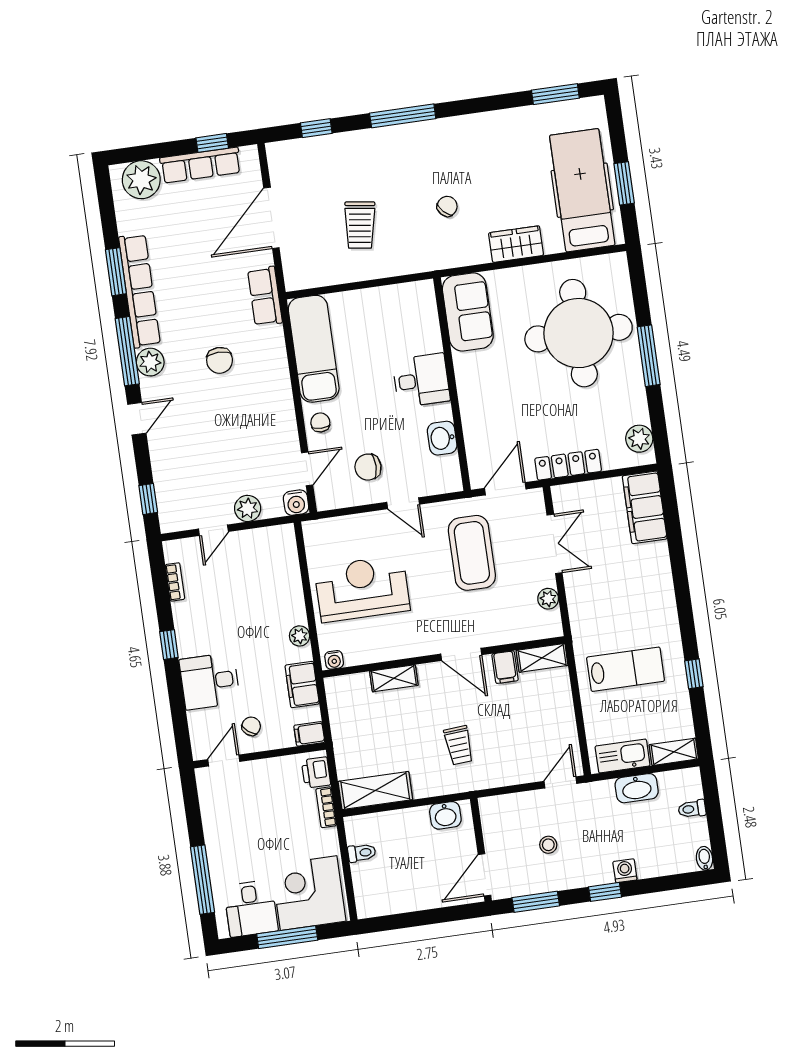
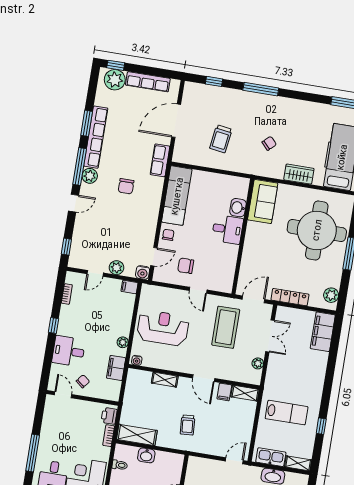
window: (212, 143) -> (116, 65), moved
washbasin: (442, 438) -> (238, 208), moved
filing cabinet: (309, 734) -> (129, 287), moved
door: (224, 761) -> (63, 395), hinge flipped
washbasin: (445, 815) -> (146, 455), moved

